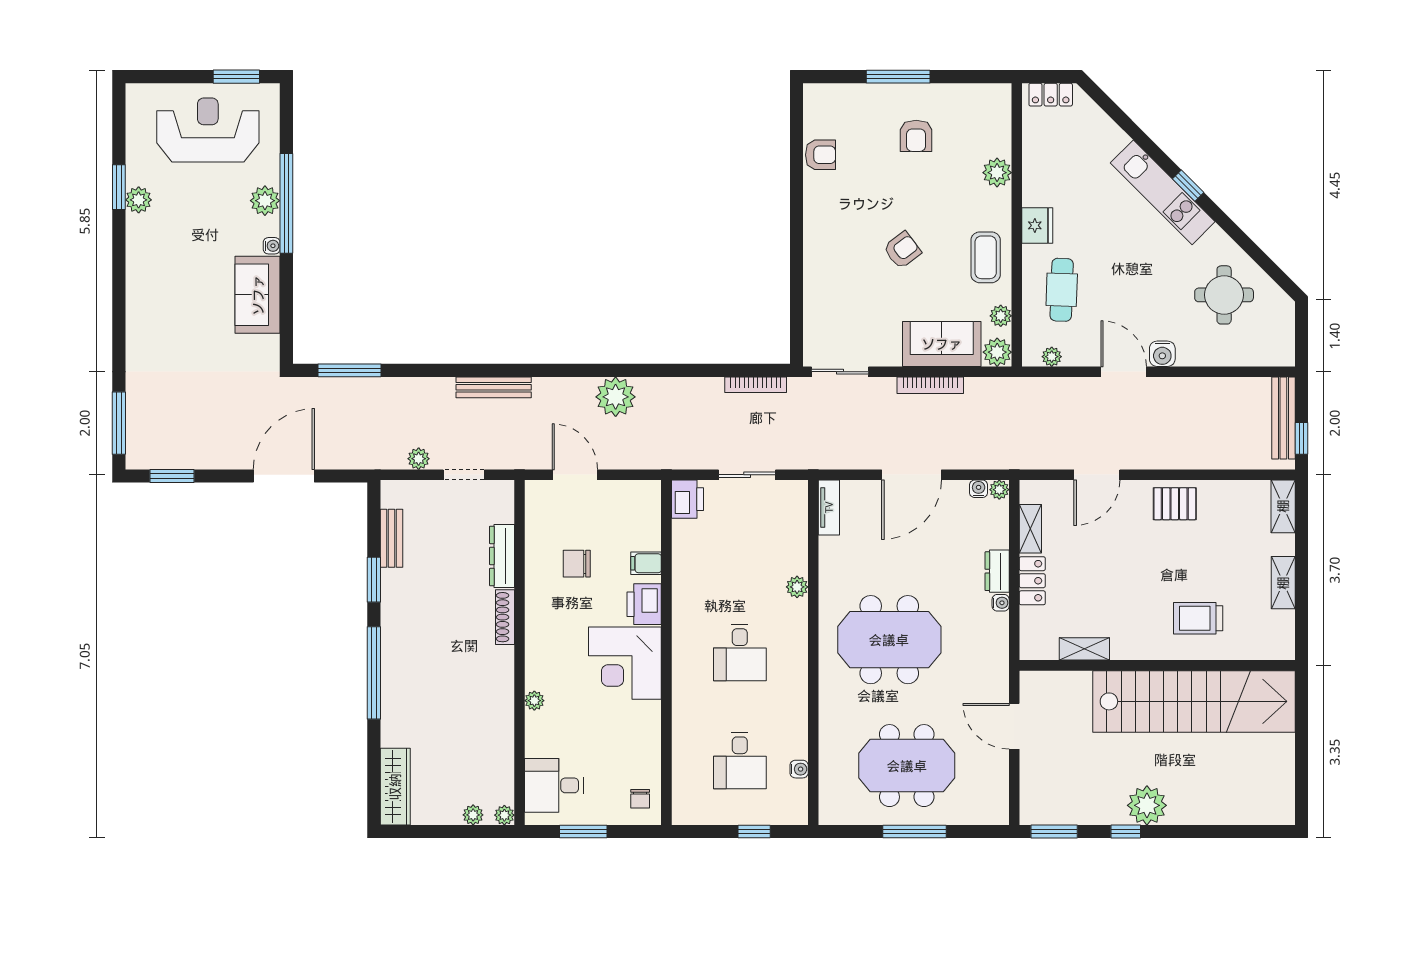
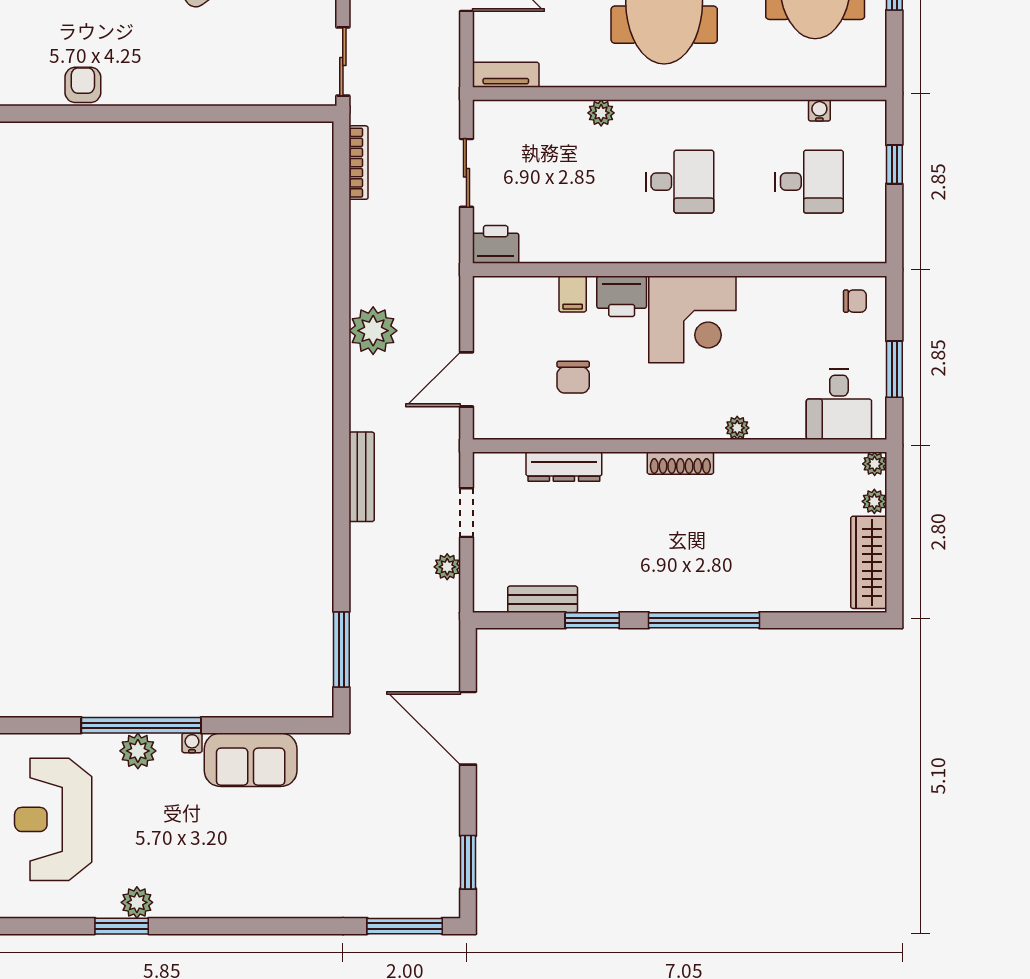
shoe rack: (505, 617) -> (680, 463), moved
wardrobe: (395, 787) -> (869, 562), moved, turned -90

